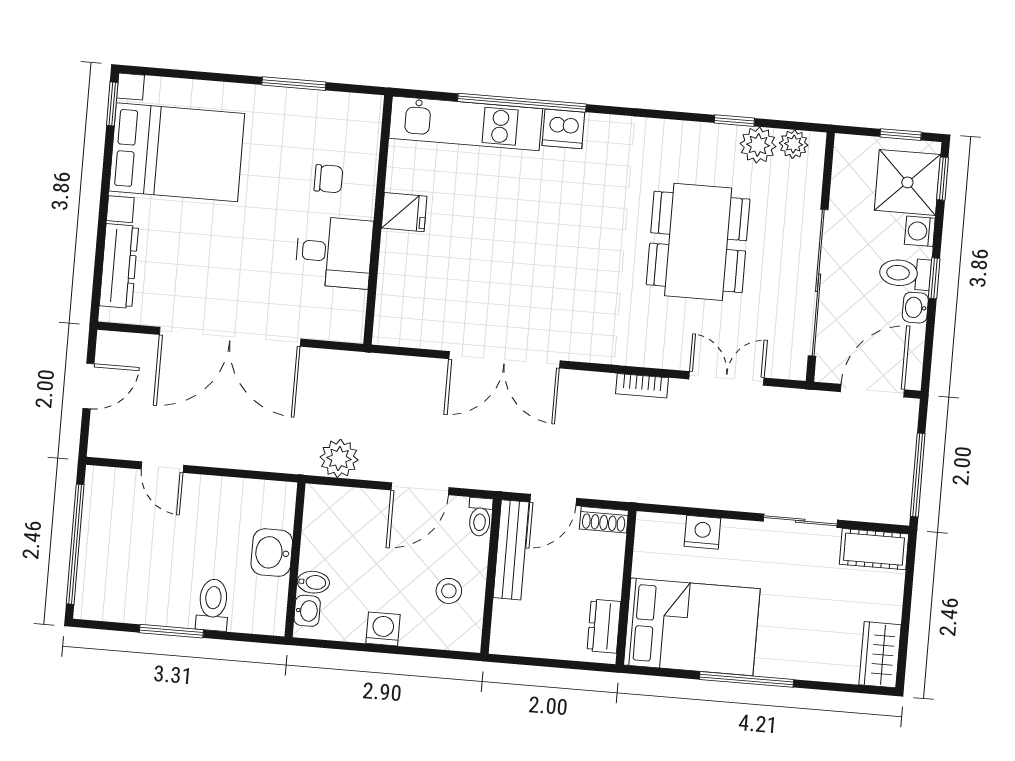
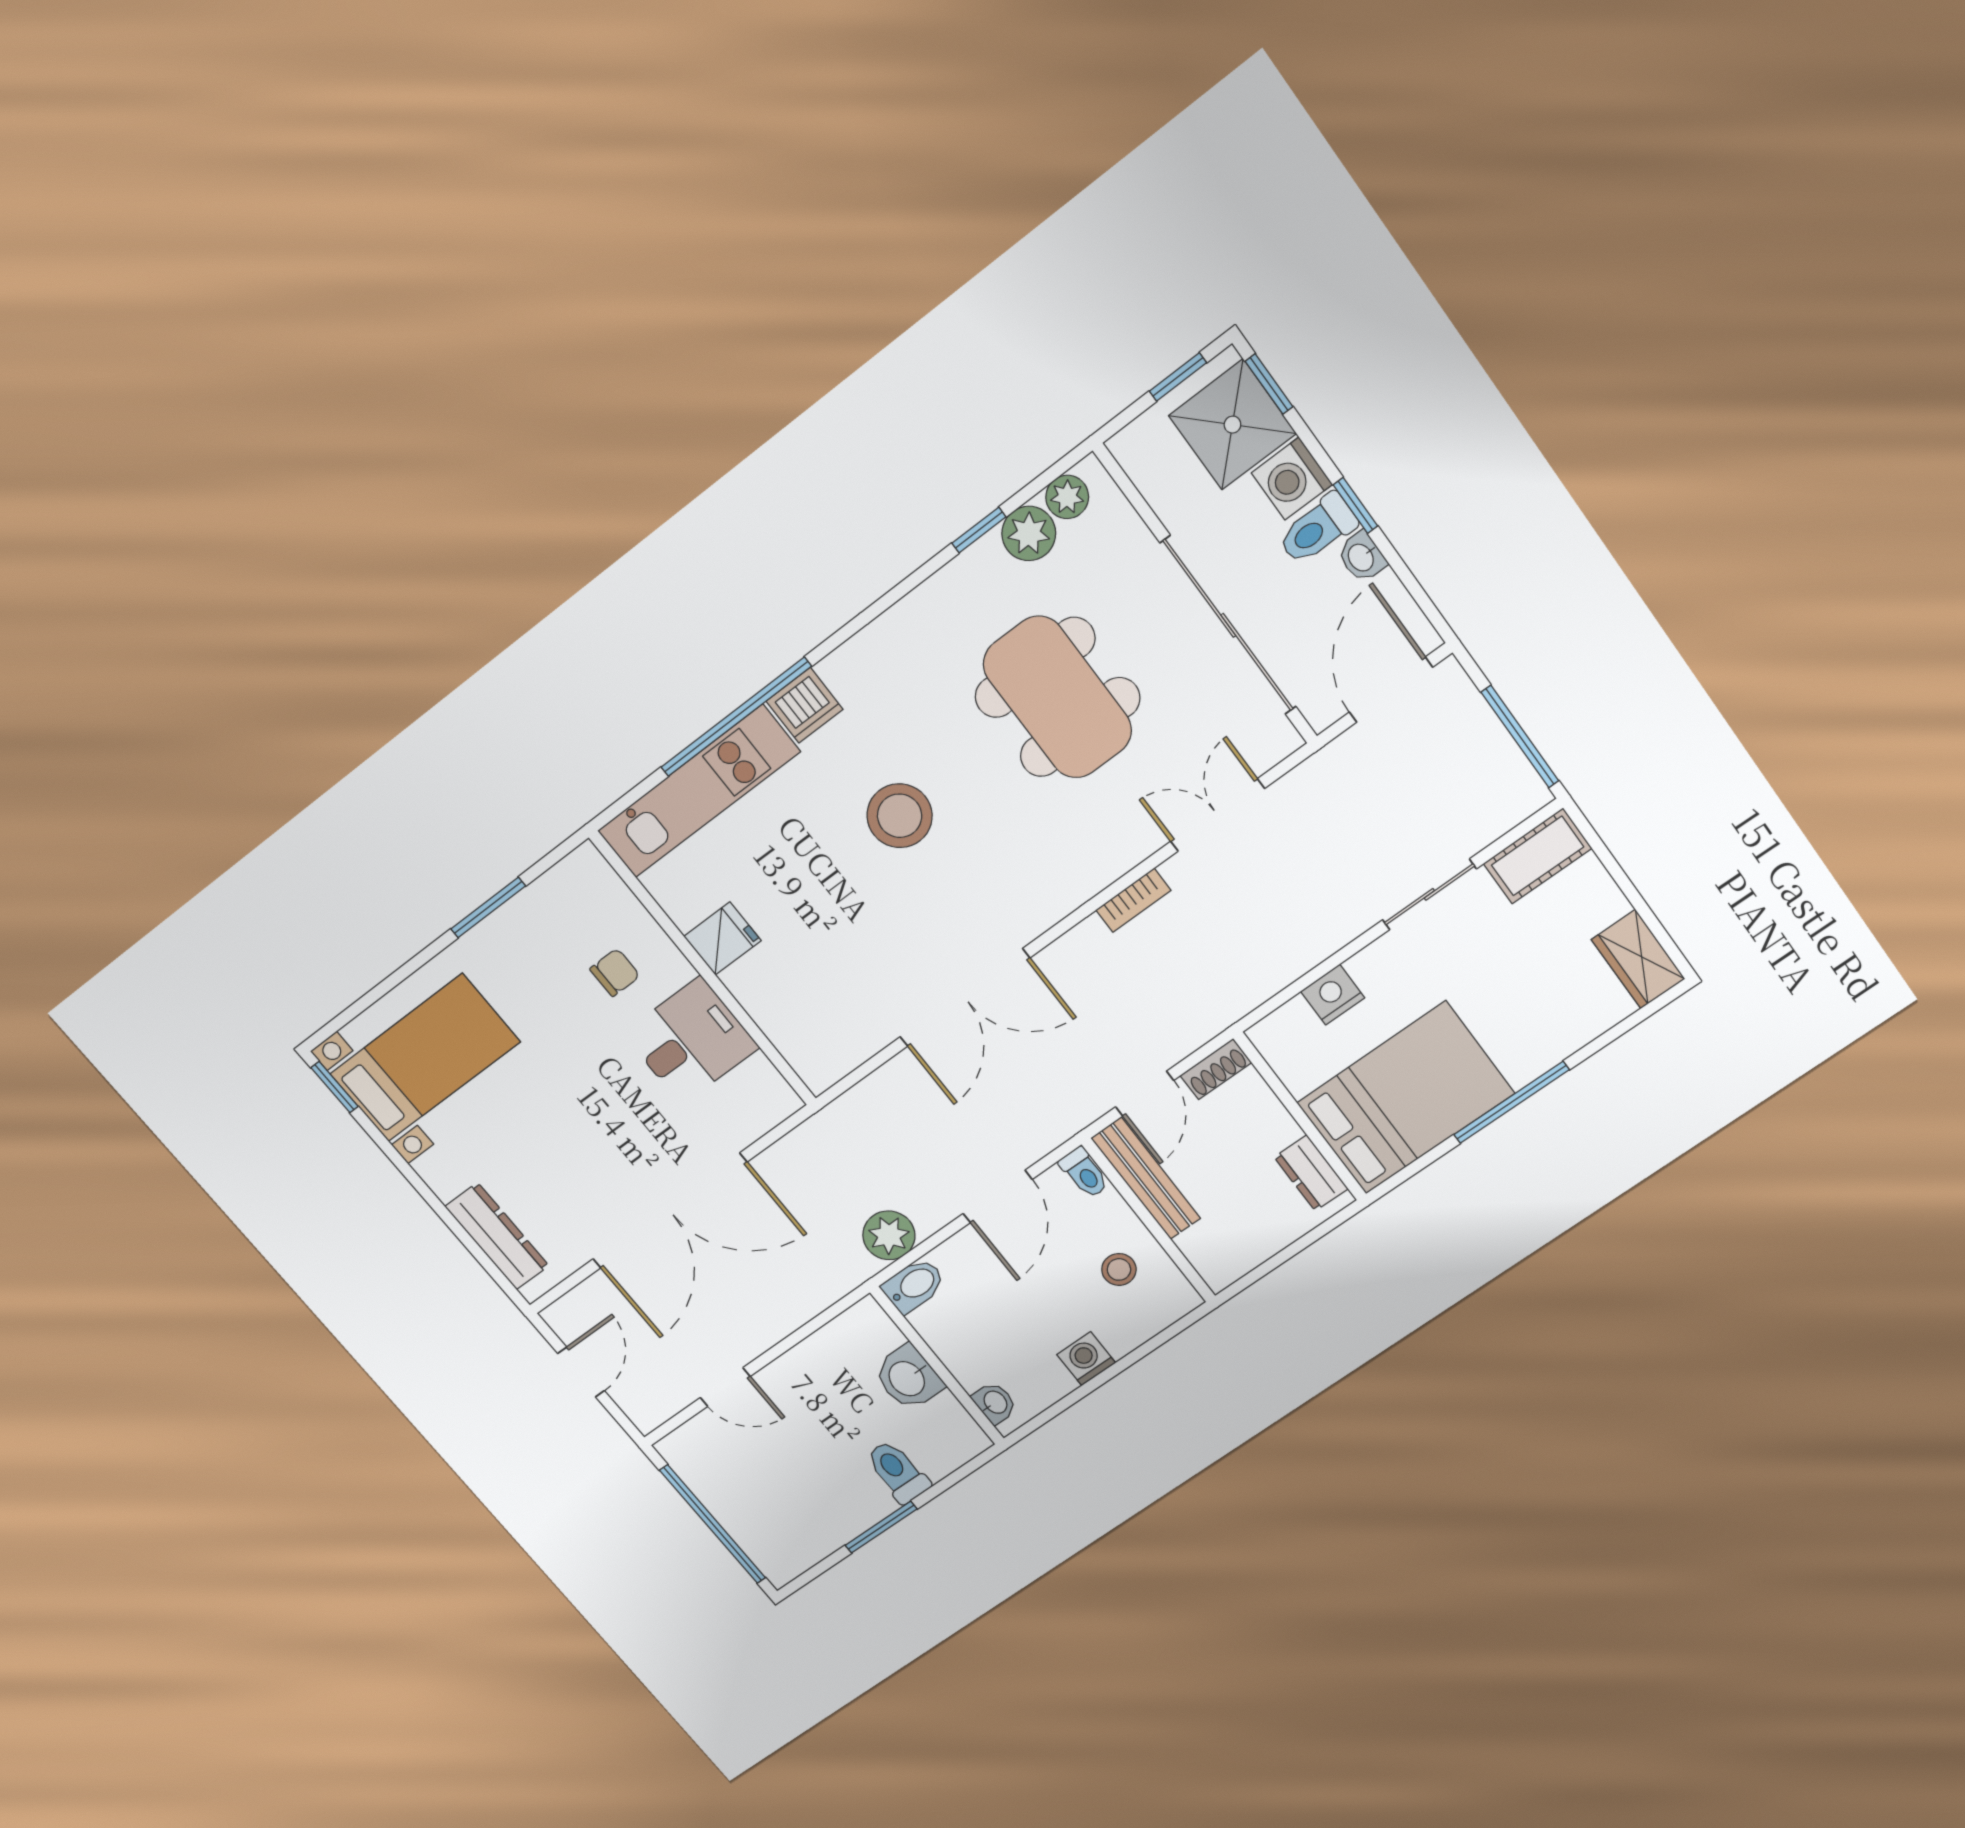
bed with nightstands: (177, 152) -> (425, 1058), width x0.73
stool: (560, 231) -> (900, 816), added
washing machine: (920, 231) -> (1292, 479), width x1.38, depth x1.38
bidet: (313, 582) -> (914, 1285), moved, width x1.38, depth x1.36

